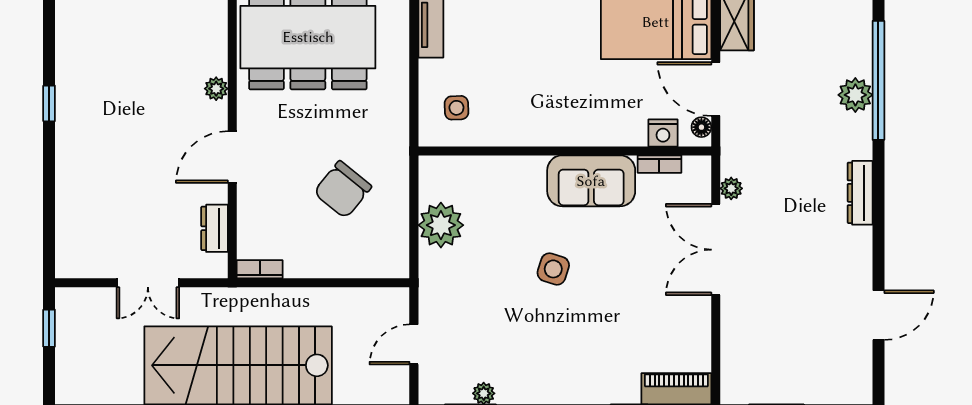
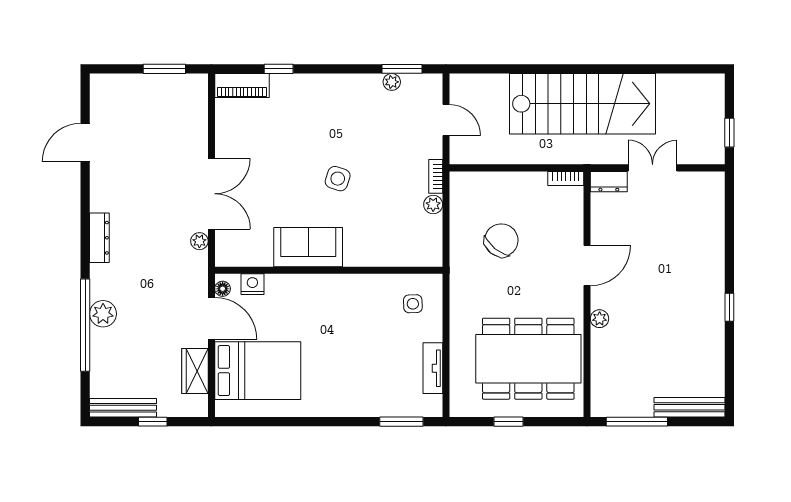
bookcase: (659, 164) -> (436, 176), moved, turned -90
plant: (441, 225) -> (433, 205), width x0.53, depth x0.53
dresser: (215, 228) -> (609, 182), moved, turned 90
door: (414, 344) -> (446, 120), hinge flipped

